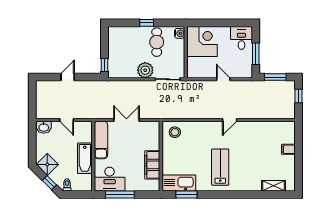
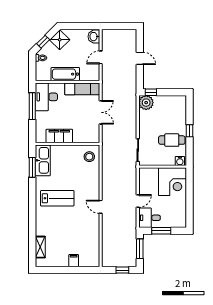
desk: (242, 38) -> (149, 218), moved, turned 180
plant: (145, 70) -> (146, 103), moved

